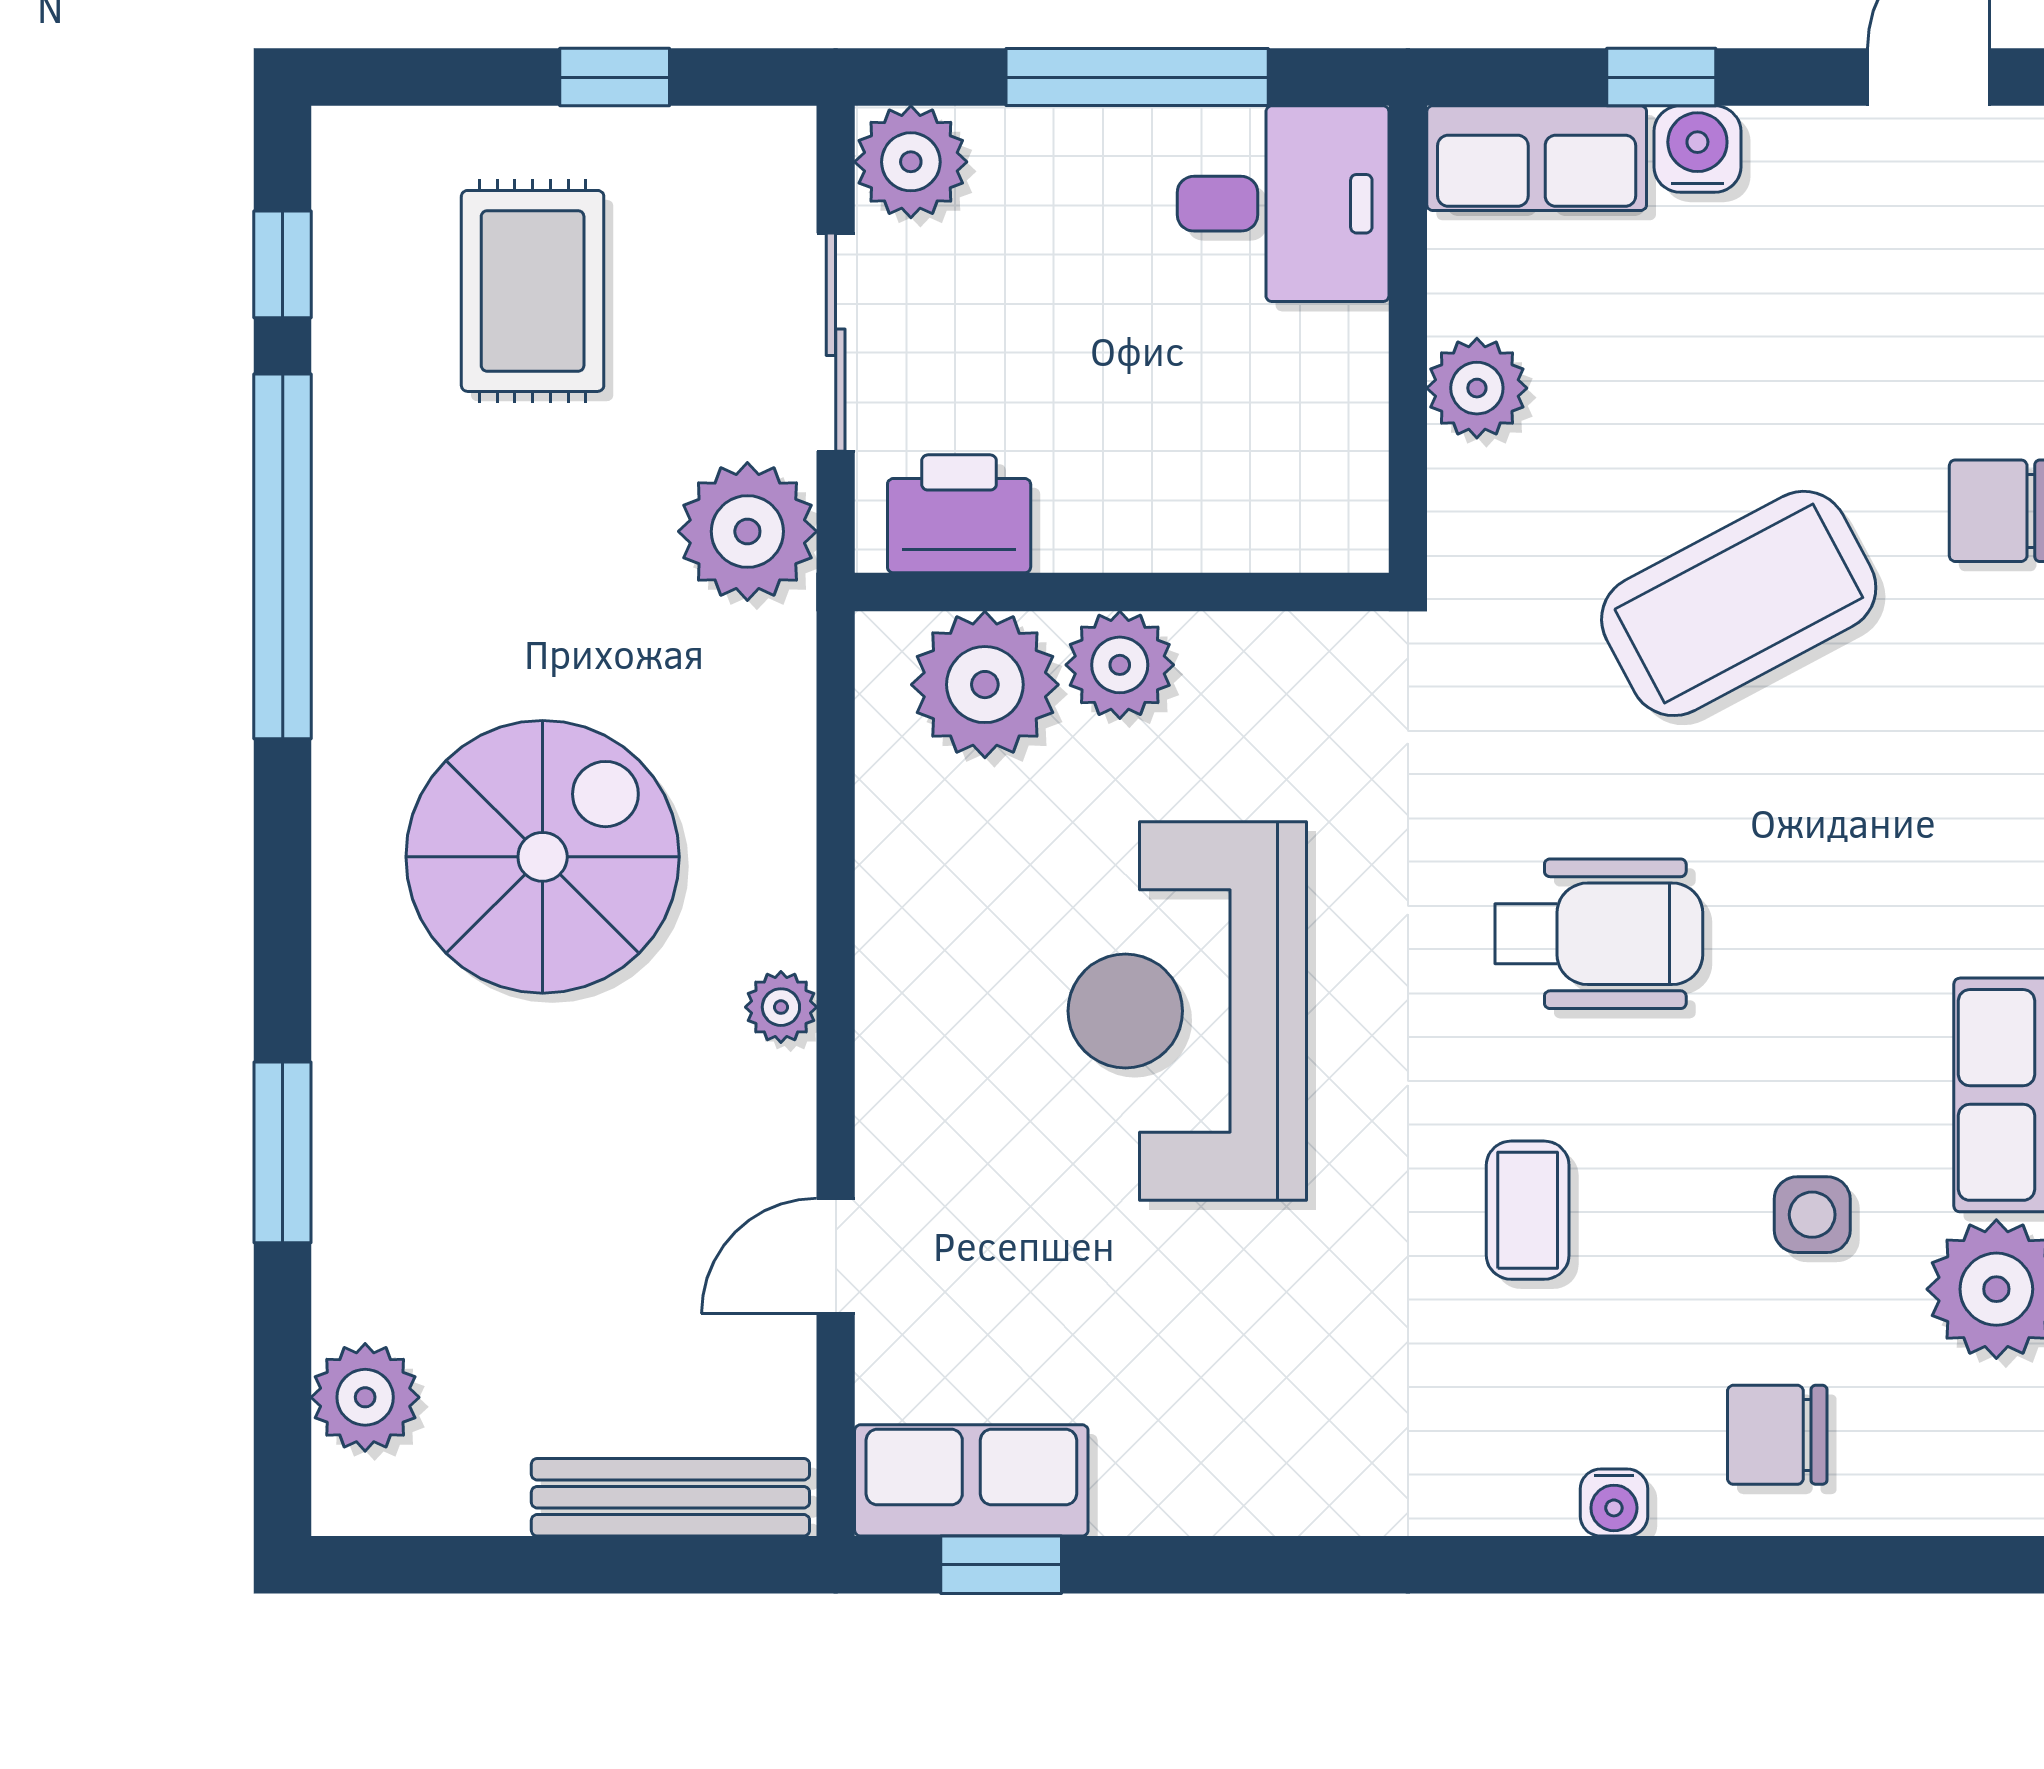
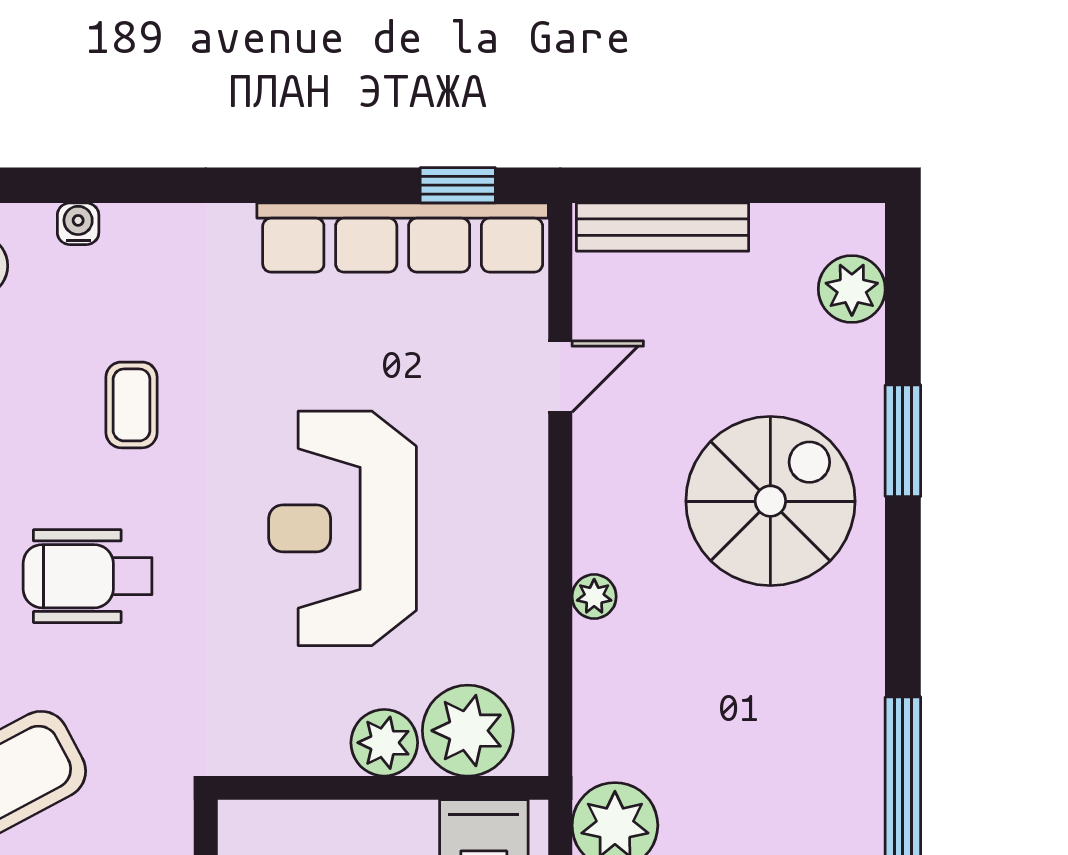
spiral stairs: (543, 857) -> (770, 501), moved, turned 180
plant: (781, 1007) -> (594, 597), moved
reception desk: (1187, 1011) -> (342, 528), turned 180
row of seats: (971, 1480) -> (403, 238), width x2.02

